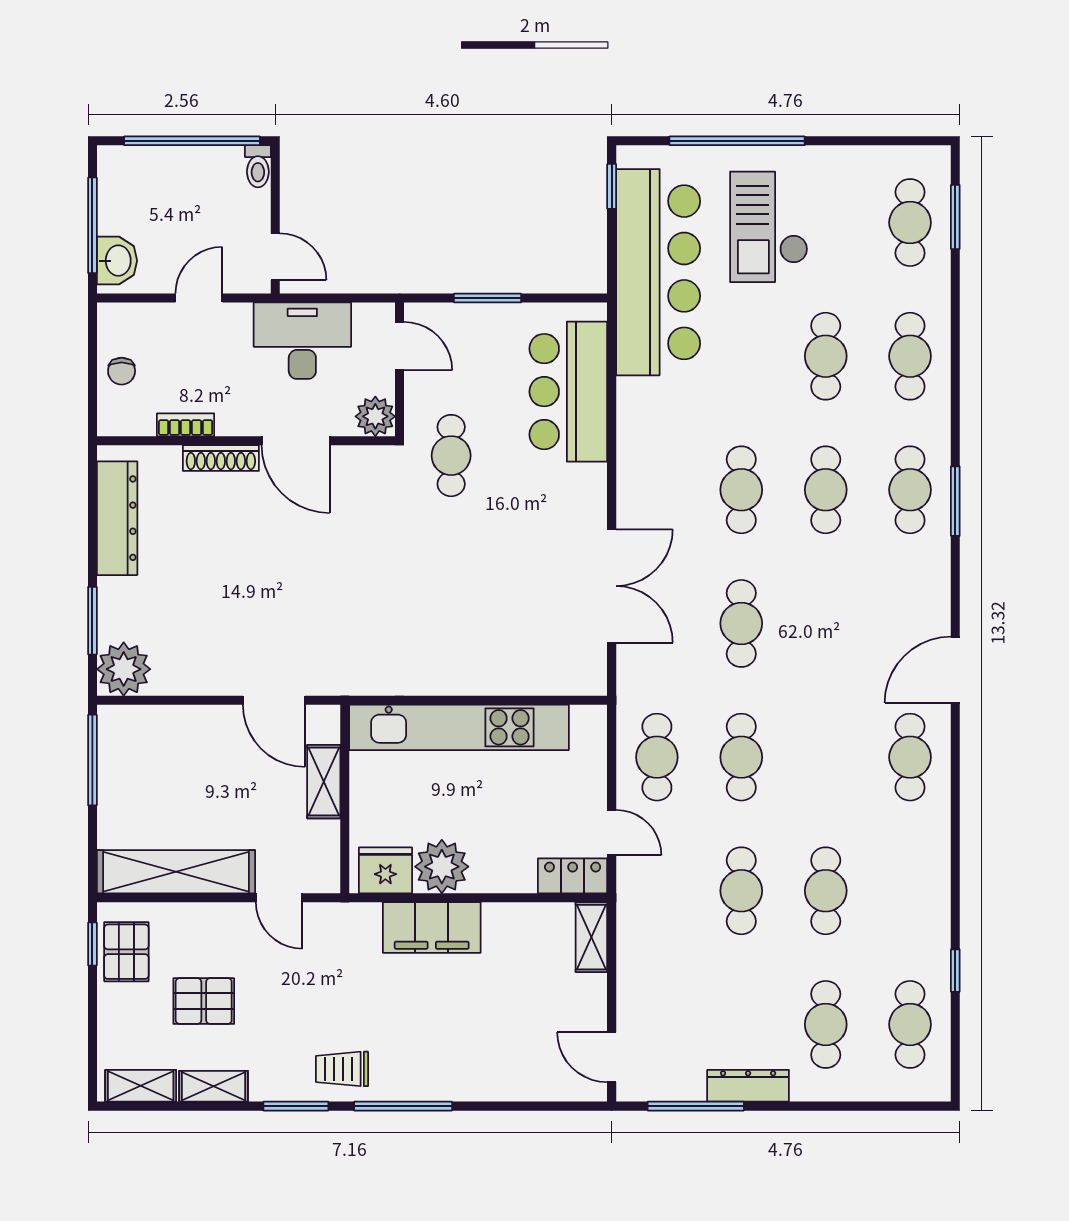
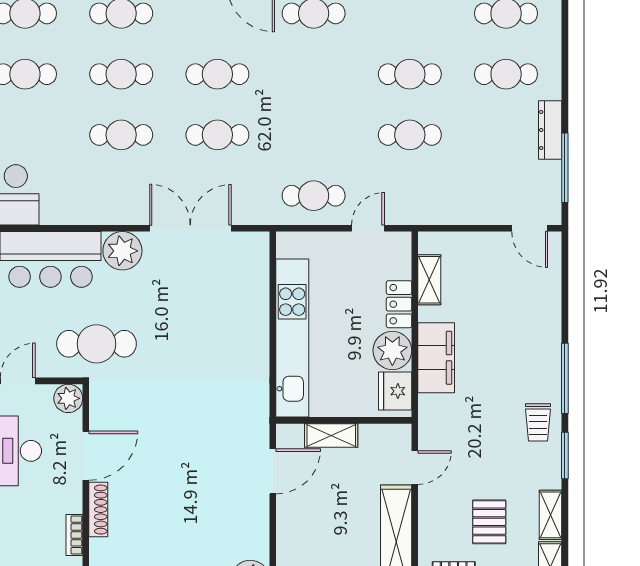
cafe table: (451, 456) -> (97, 344), width x1.37, depth x1.35
plant: (580, 492) -> (122, 251), added
cafe table: (741, 757) -> (217, 74), moved
locker: (573, 876) -> (399, 304), moved
shelving: (591, 937) -> (429, 280), moved, turned 90
door: (612, 1057) -> (530, 228), hinge flipped

